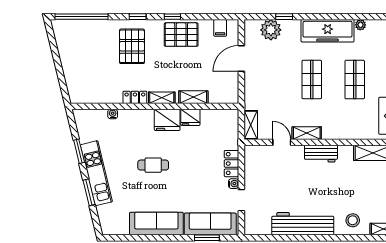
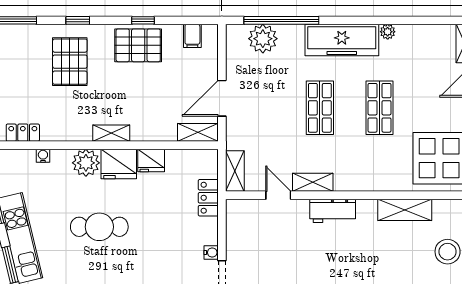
window: (172, 17) -> (143, 20), moved
window: (284, 17) -> (281, 20), width x3.17
door: (241, 58) -> (222, 98), moved
locker: (135, 97) -> (23, 133), moved
shelving: (193, 97) -> (198, 132), moved
plant: (144, 119) -> (86, 163), added
locker: (231, 164) -> (208, 198), moved
cafe table: (153, 165) -> (99, 227), width x1.37, depth x1.35

